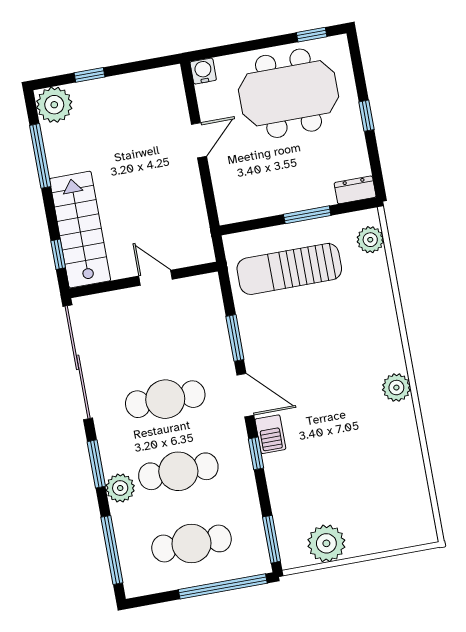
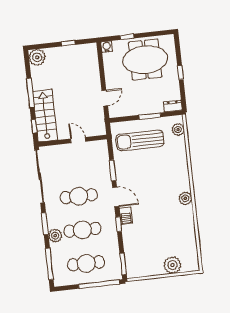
window: (312, 35) -> (127, 37), moved
window: (90, 75) -> (68, 43), moved
door: (199, 140) -> (105, 98), moved
window: (40, 156) -> (30, 93), moved
plant: (326, 543) -> (172, 265), moved

